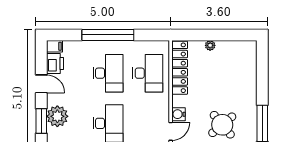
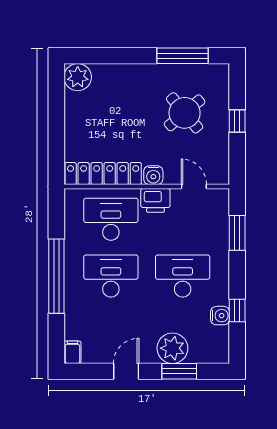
plant: (210, 45) -> (78, 77), moved, width x1.88, depth x1.88
printer: (55, 63) -> (155, 200), moved, turned 180
water cooler: (179, 114) -> (153, 175), moved

